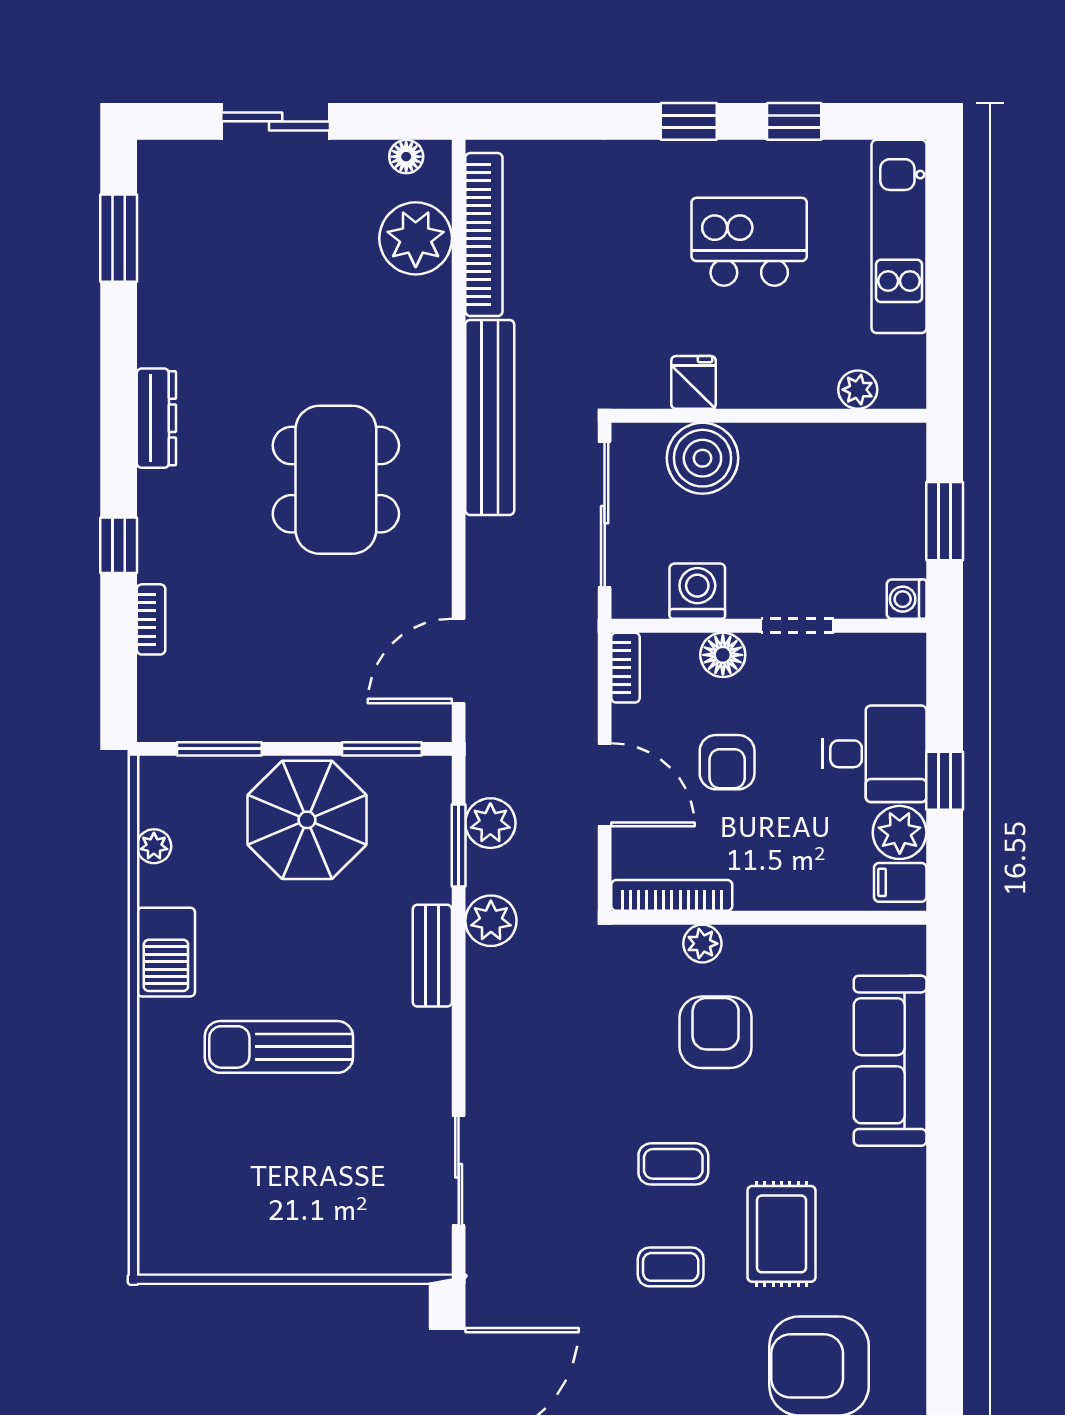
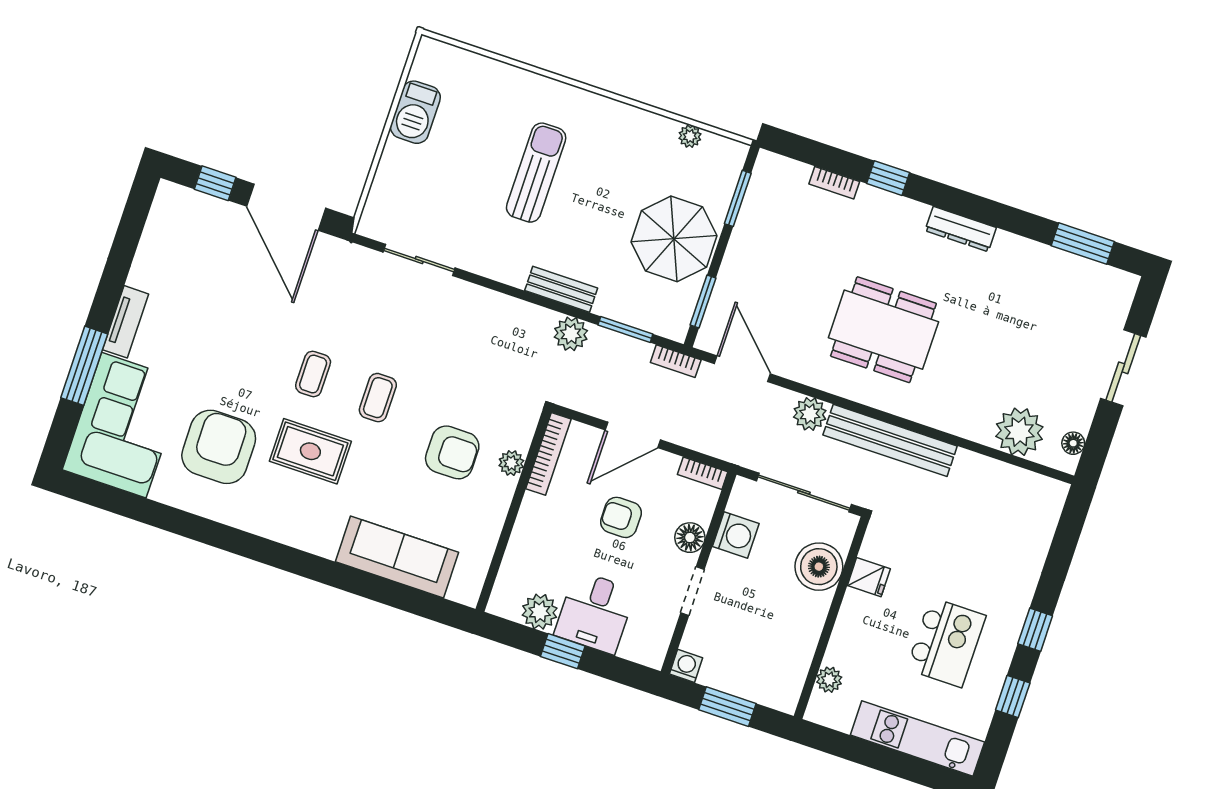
bookcase: (484, 235) -> (676, 361), moved, width x0.43, depth x0.76
plant: (490, 823) -> (810, 414), moved
filing cabinet: (900, 882) -> (508, 601), removed
barbecue: (166, 952) -> (415, 112), moved, turned -90

